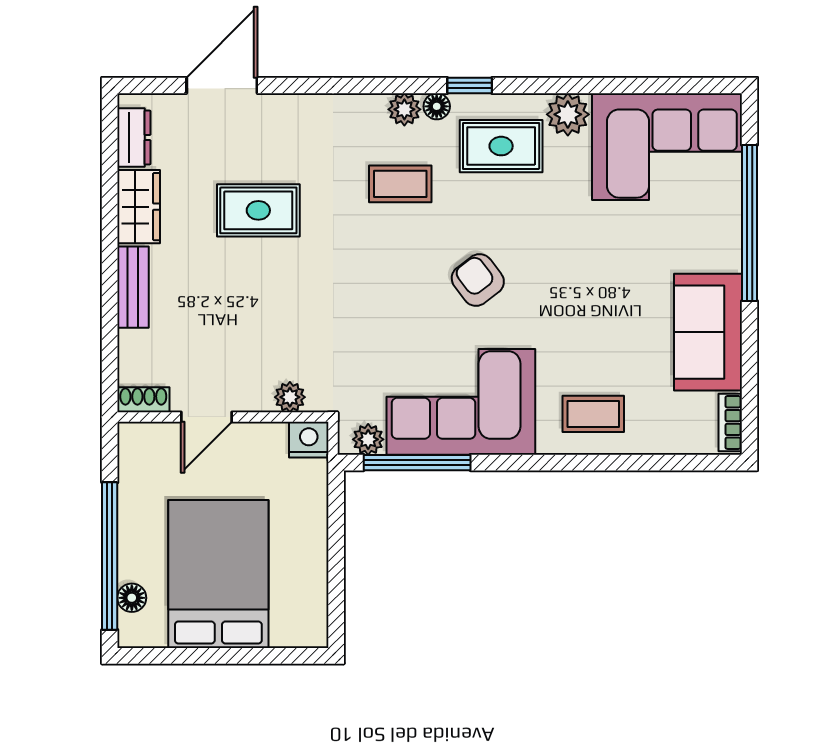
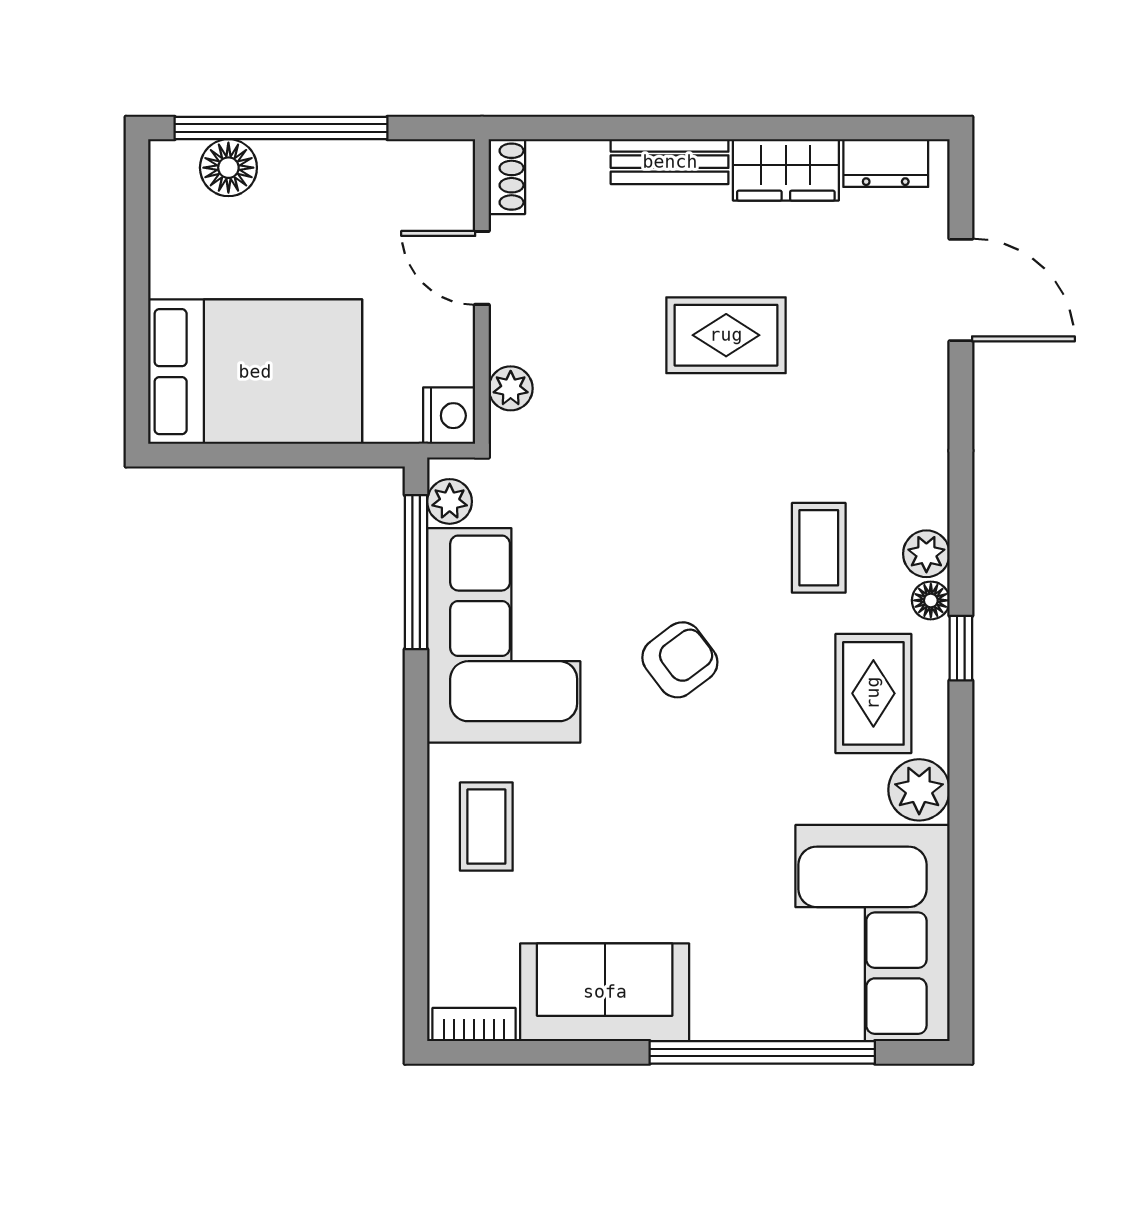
rug: (258, 210) -> (726, 335), moved, turned 90
bed: (218, 574) -> (255, 372), moved
floor lamp: (132, 598) -> (228, 168), width x1.37, depth x1.37

